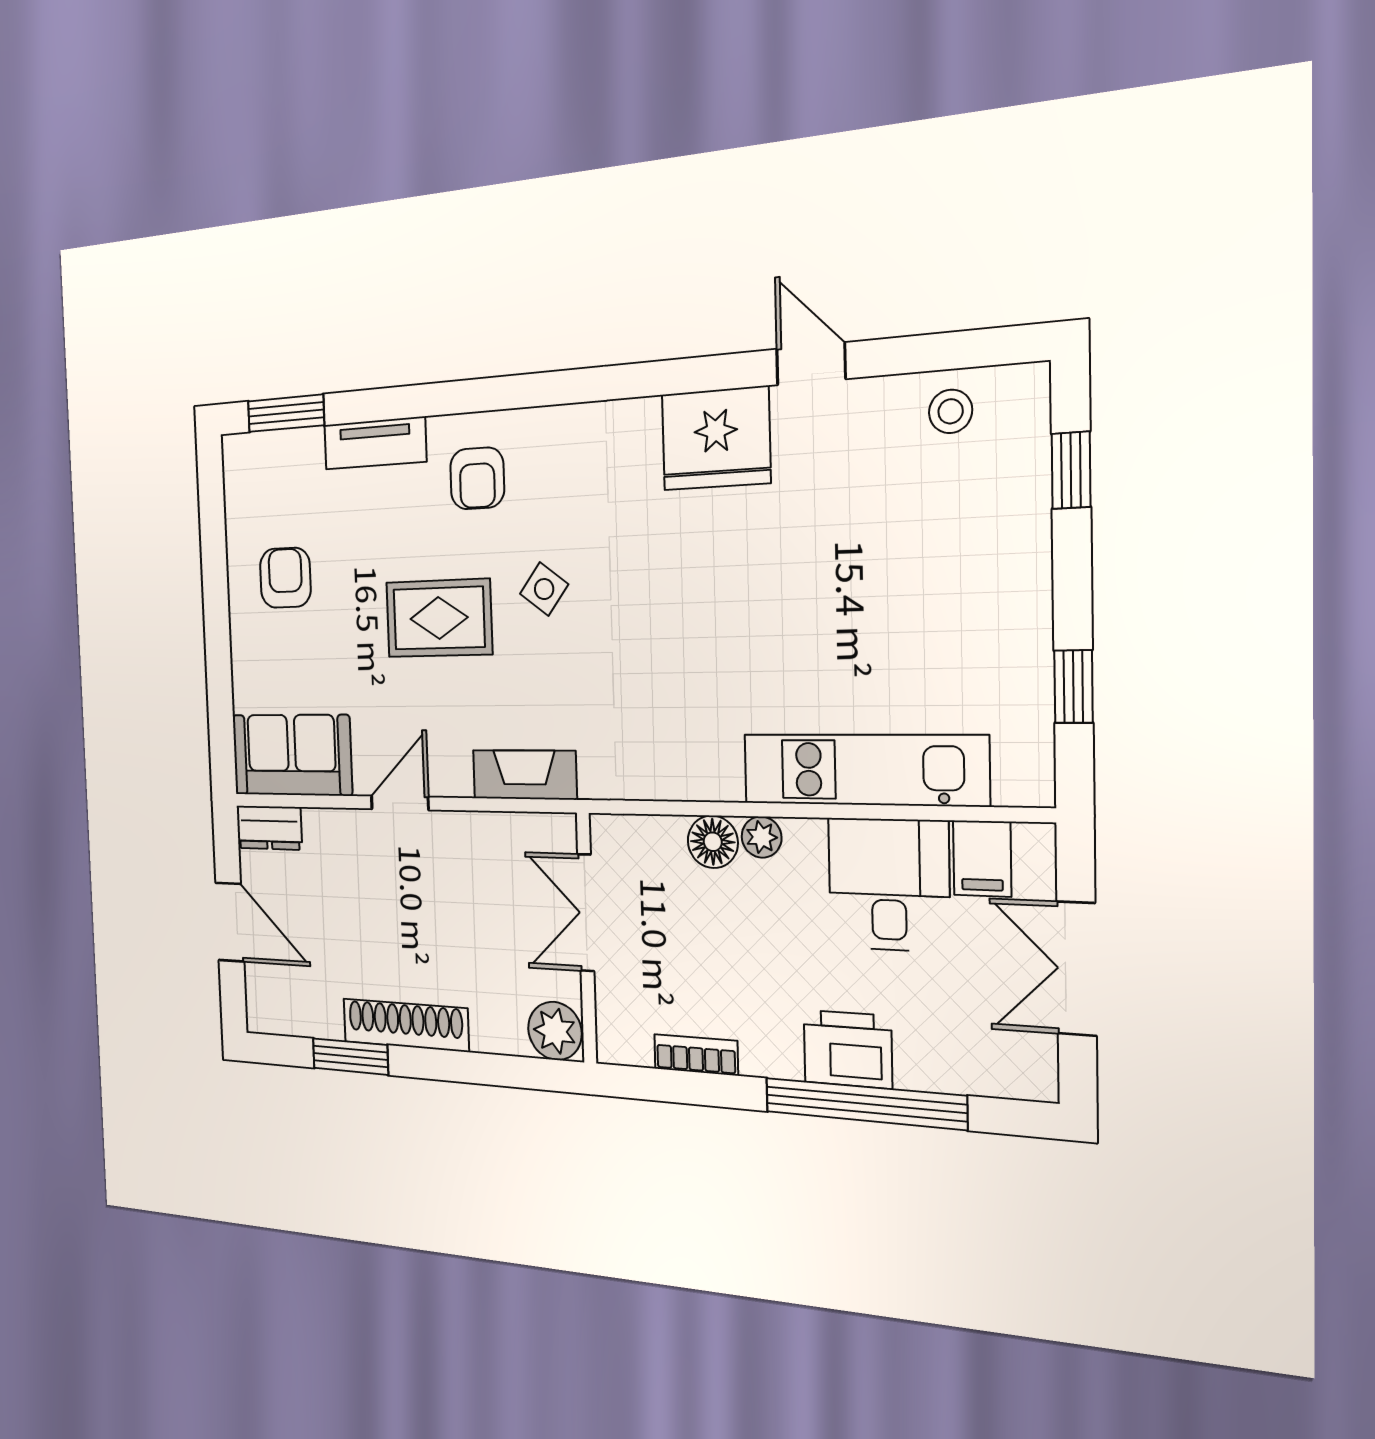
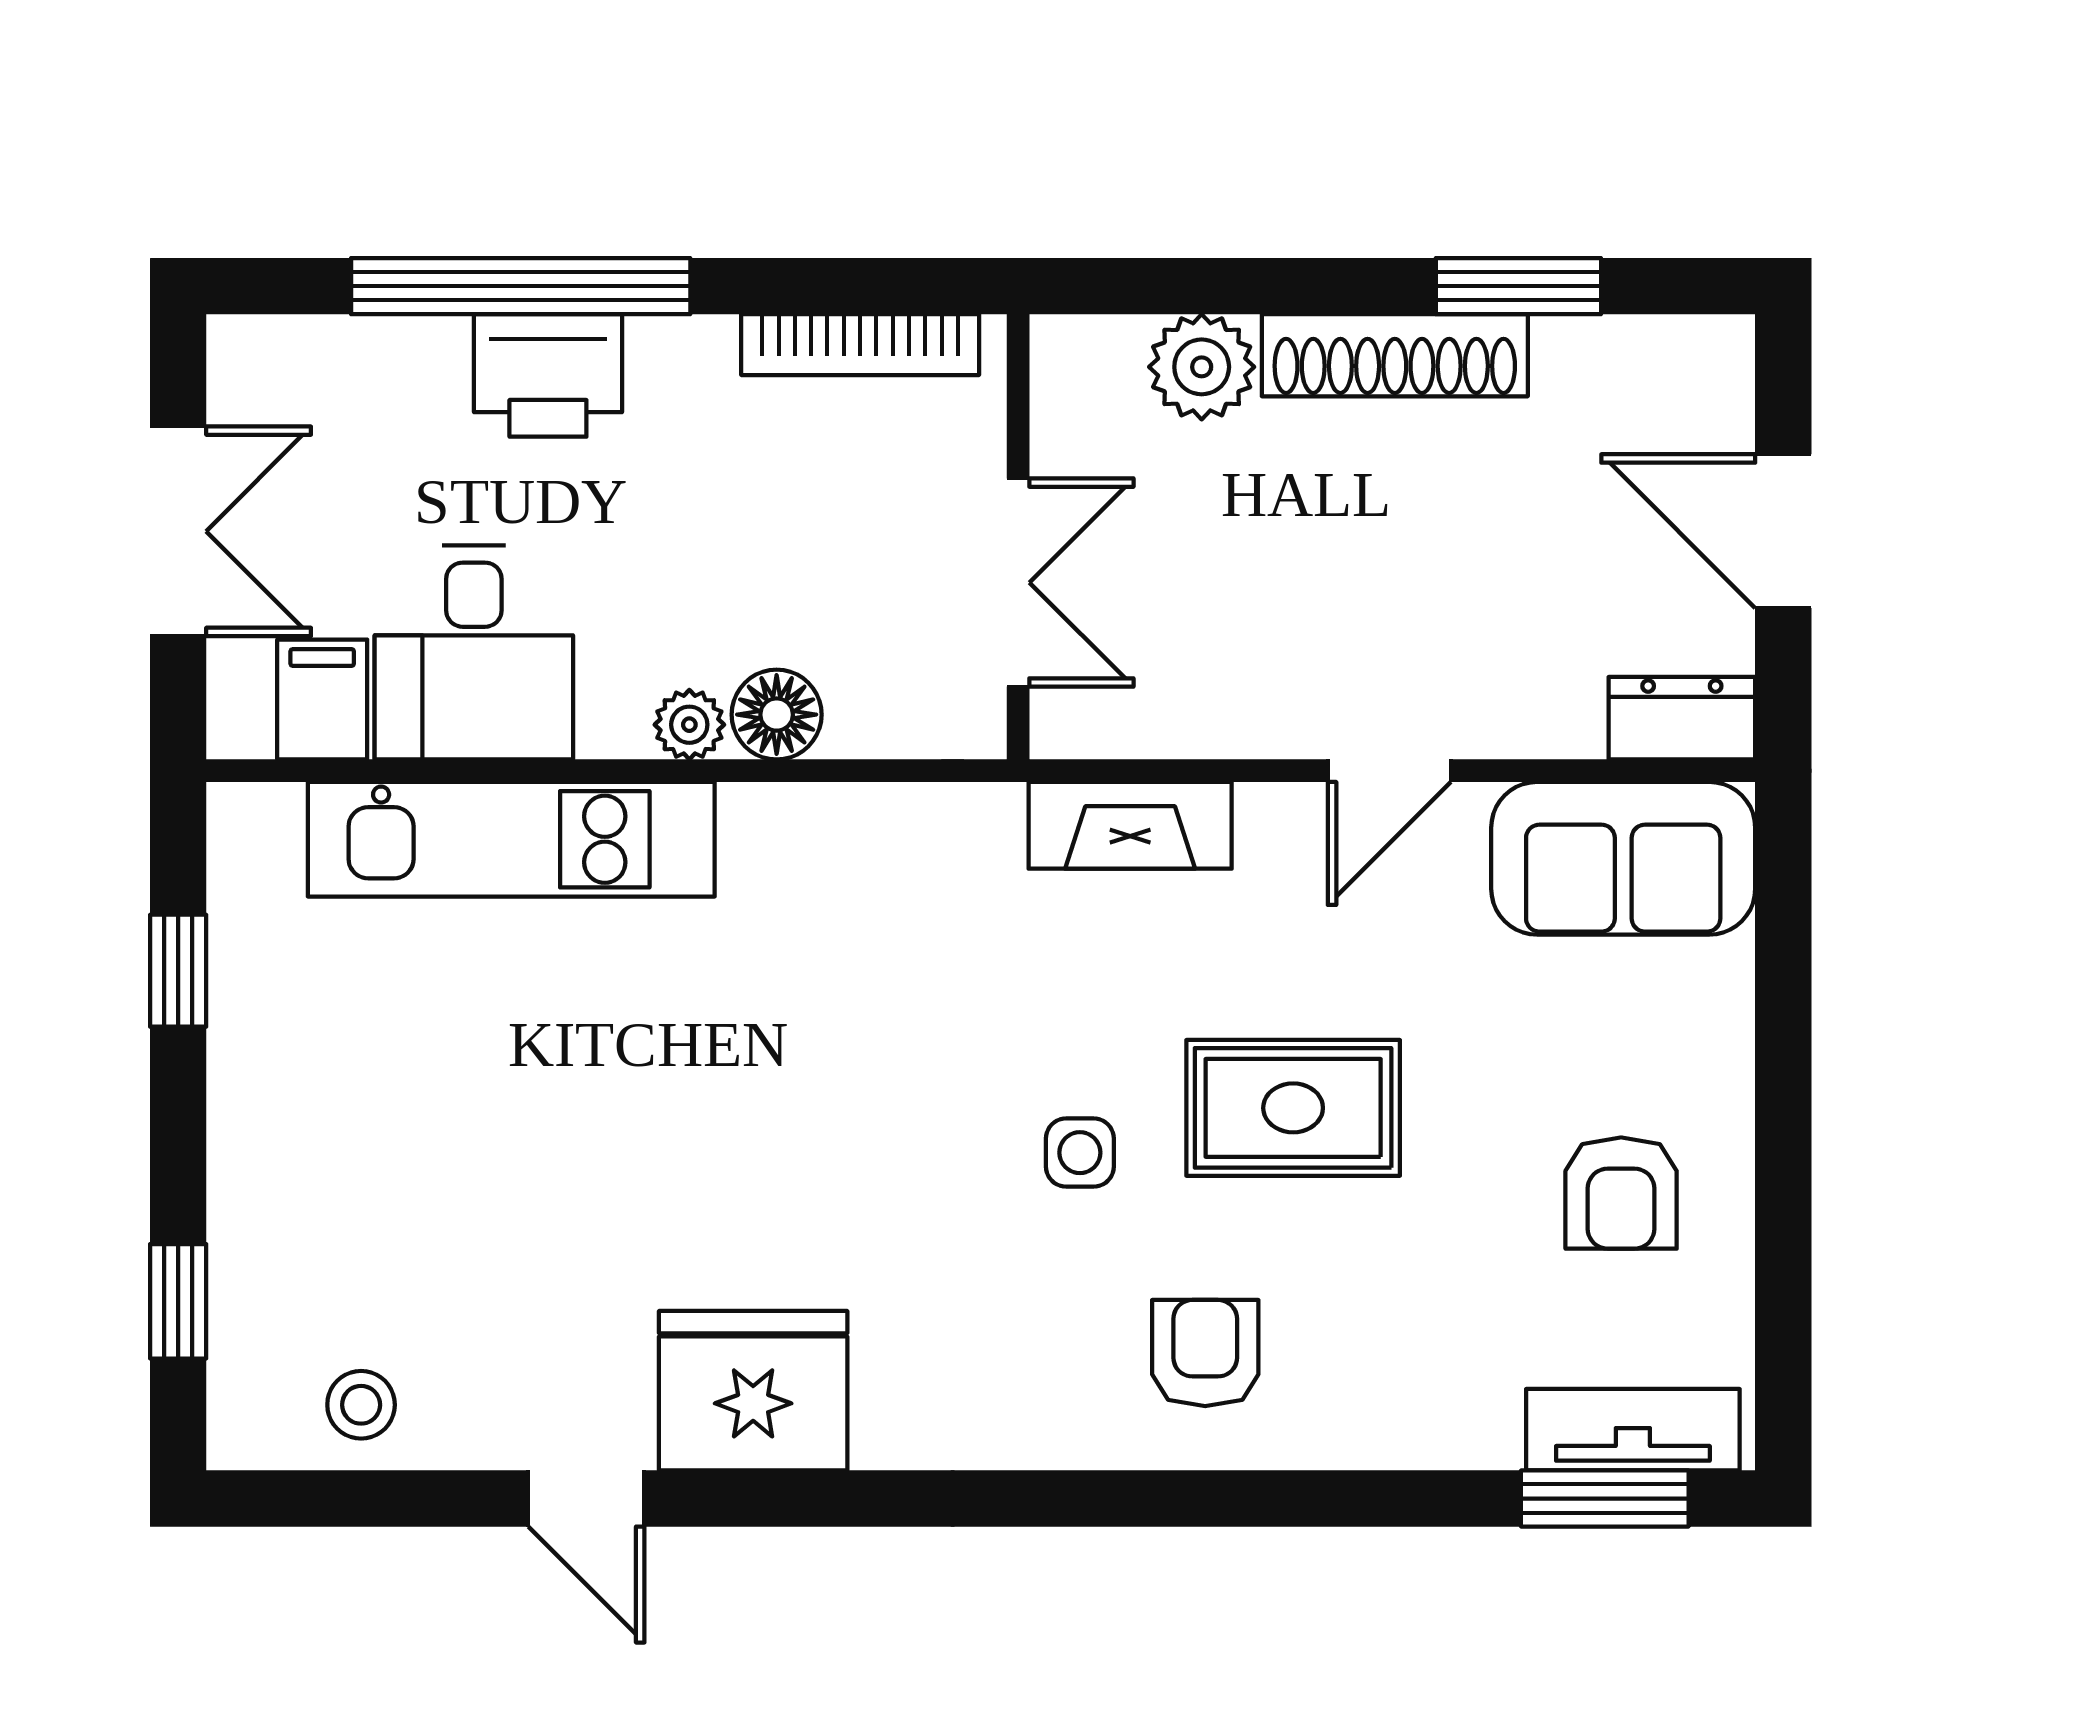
tv unit: (375, 443) -> (1633, 1430), moved
side table: (544, 589) -> (1080, 1153), turned -37
plant: (555, 1031) -> (1202, 367), moved
bookcase: (696, 1055) -> (860, 345), width x1.56

